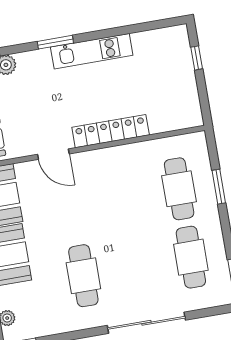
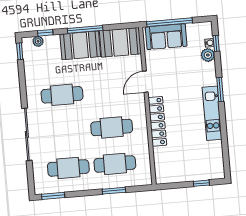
cafe table: (125, 198) -> (112, 127), added

